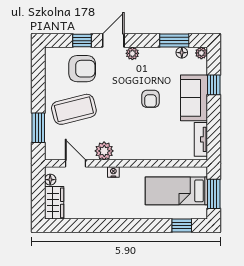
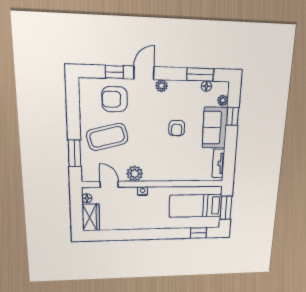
plant: (201, 53) -> (223, 100), moved
armchair: (82, 69) -> (115, 99), turned 180

